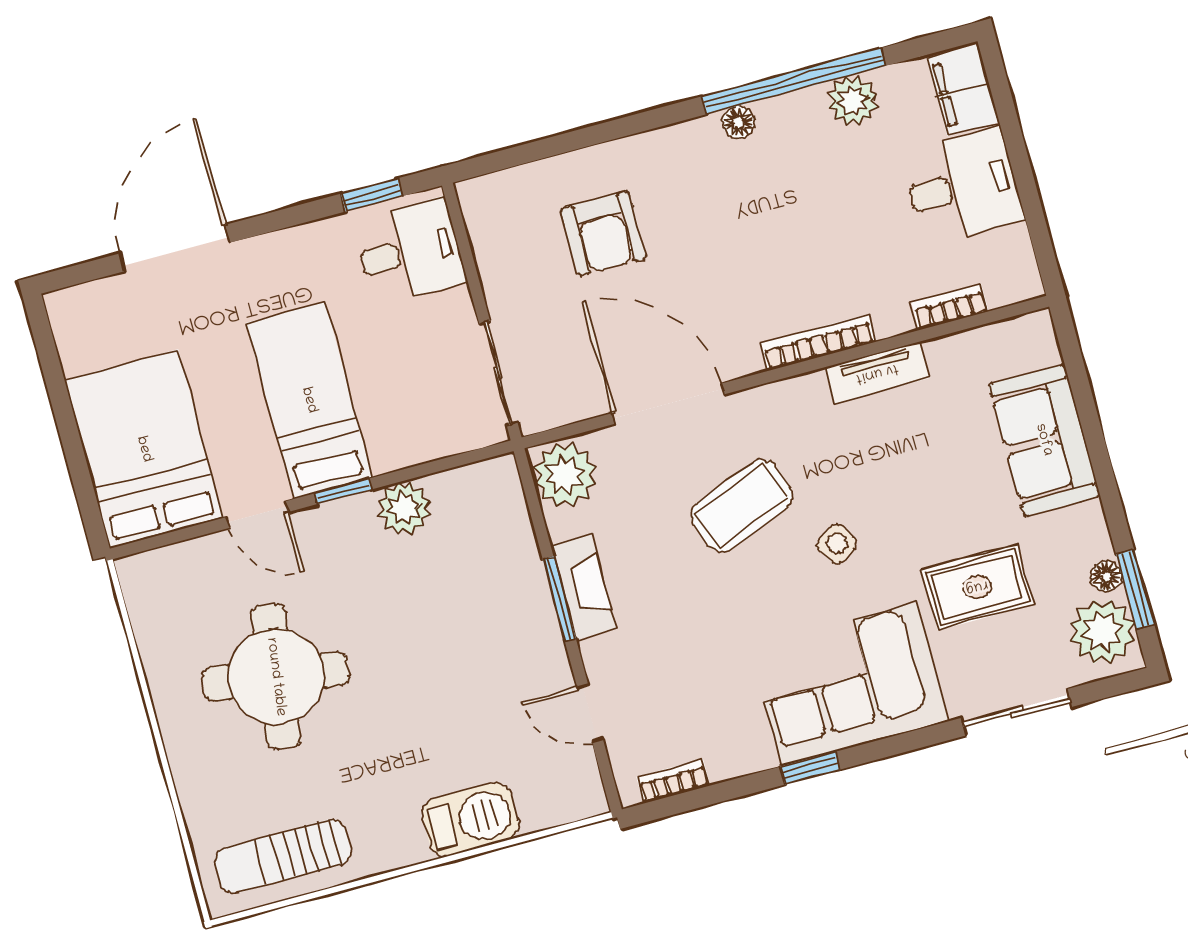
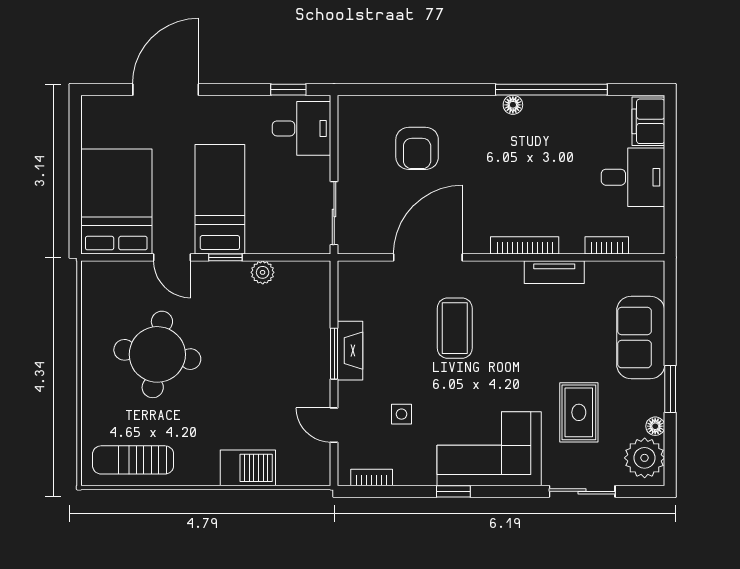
plant: (853, 101) -> (583, 110), removed
door: (668, 404) -> (428, 257), hinge flipped
plant: (565, 475) -> (357, 283), removed
coffee table: (742, 506) -> (455, 328), turned -69
plant: (404, 508) -> (263, 272), width x0.73, depth x0.73
side table: (837, 544) -> (402, 414), moved, turned 33
rug: (977, 587) -> (579, 412), turned 90
window: (1135, 589) -> (670, 389), moved

